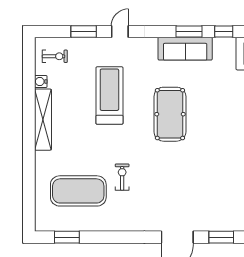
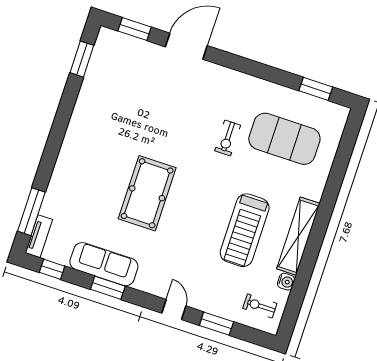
door: (120, 32) -> (174, 310), swing flipped
window: (189, 32) -> (108, 288), moved
treadmill: (109, 95) -> (245, 230), moved

